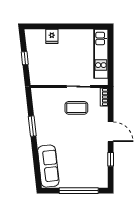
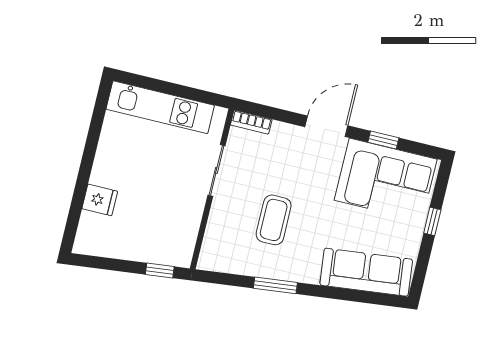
window: (25, 58) -> (160, 270), moved
coffee table: (76, 108) -> (274, 220), moved
corner sofa: (93, 165) -> (386, 180), added
window: (79, 191) -> (432, 221), width x0.32

